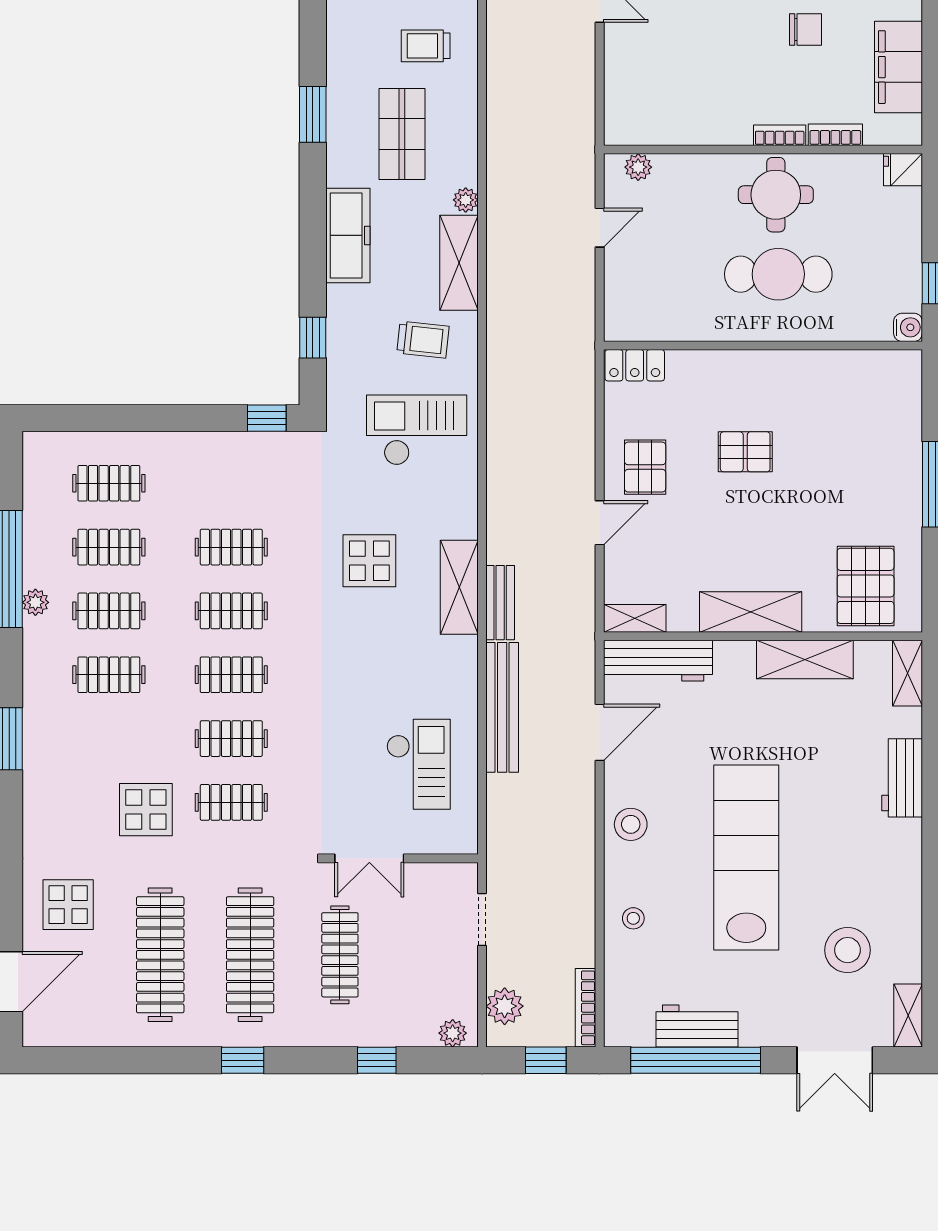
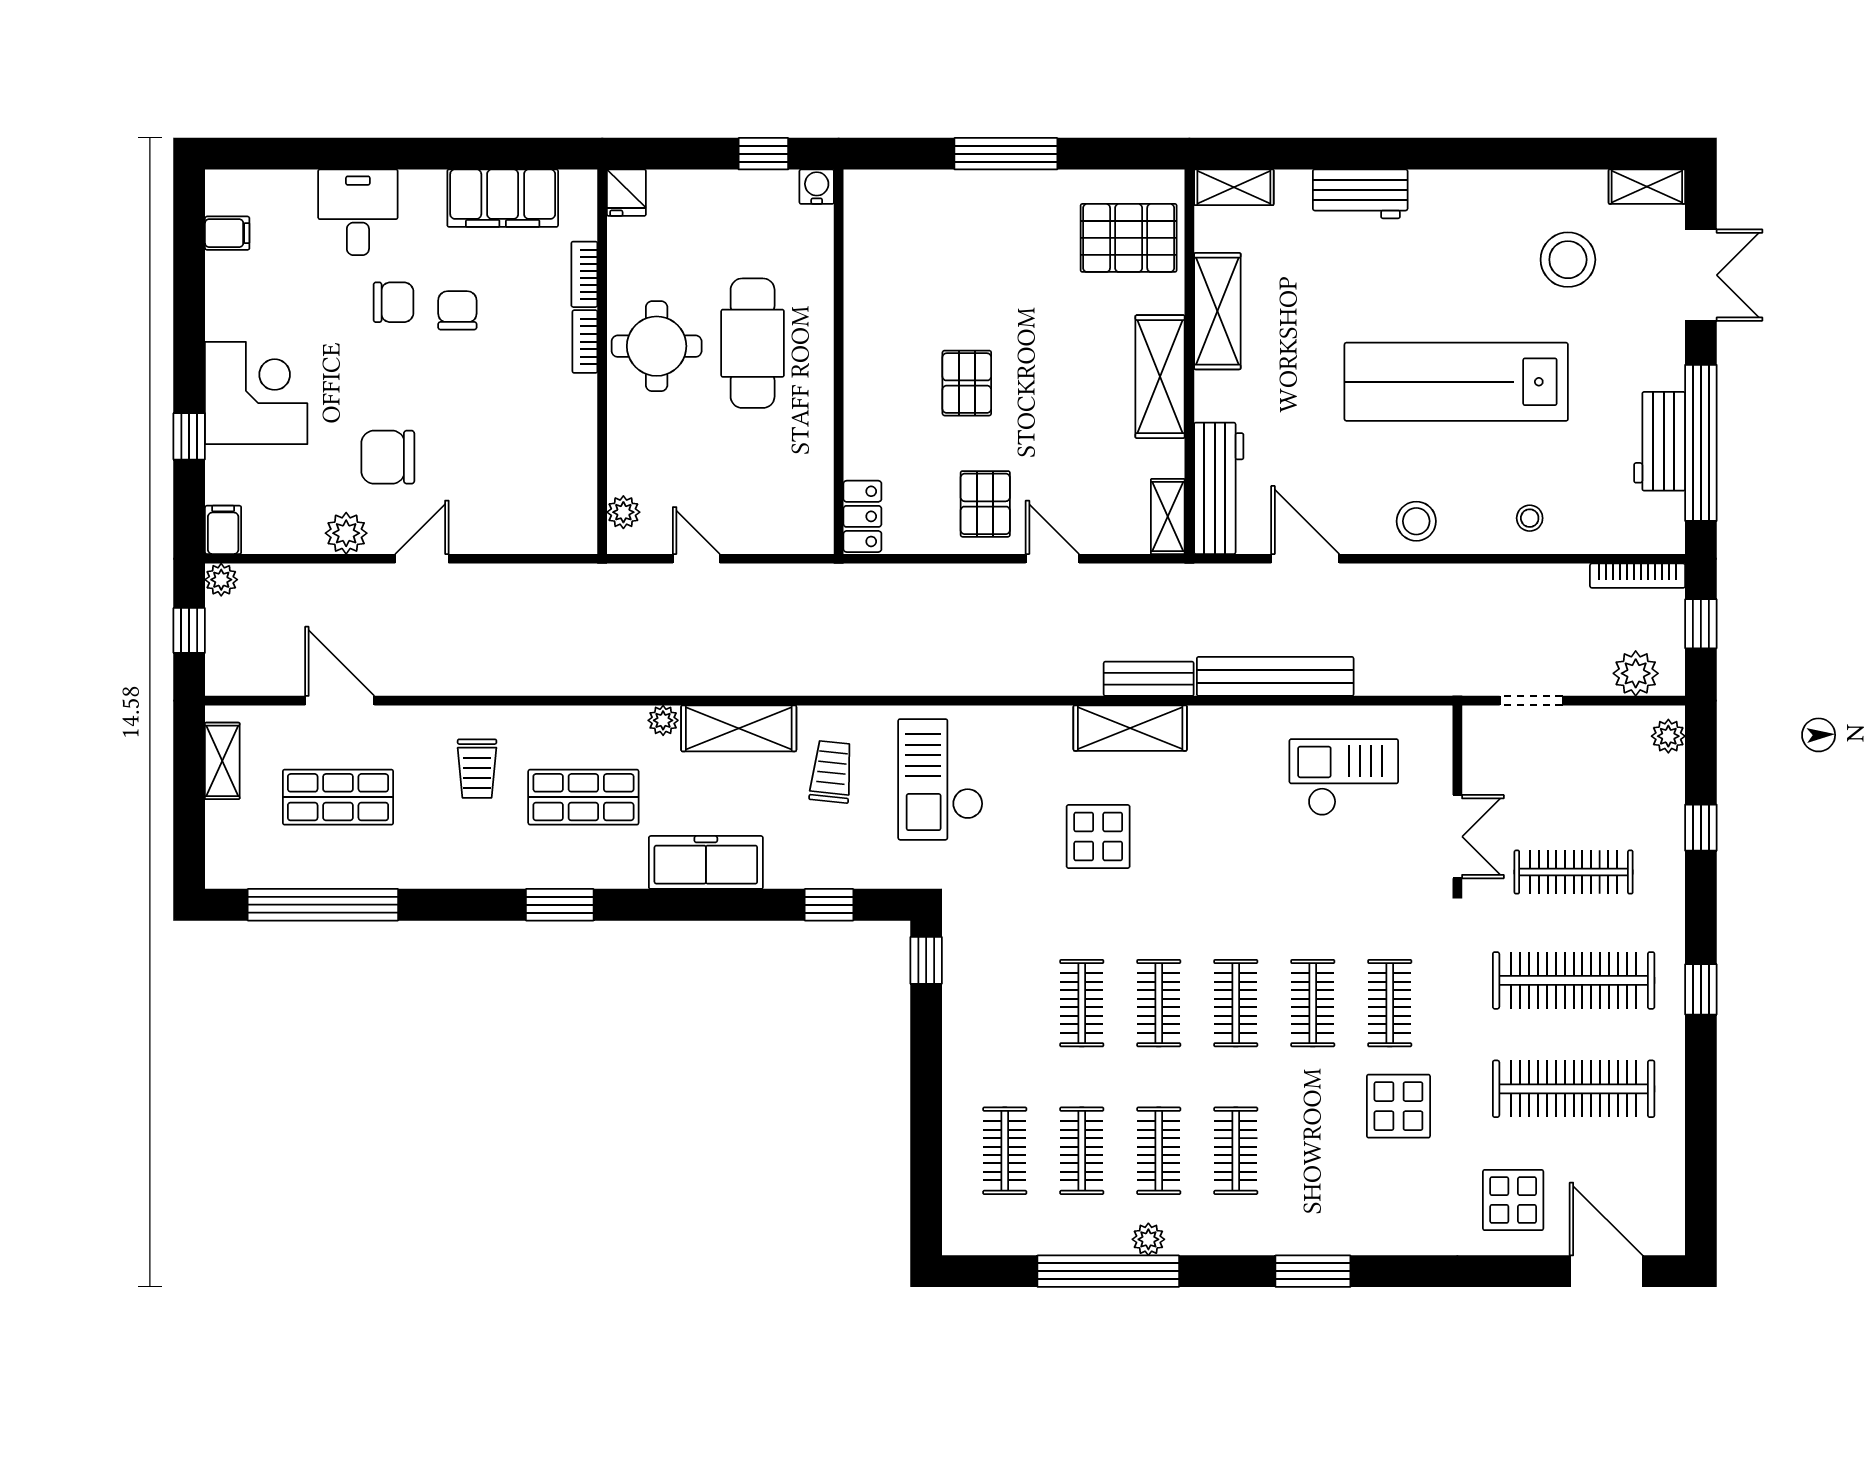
pallet: (645, 467) -> (985, 504), turned 90

